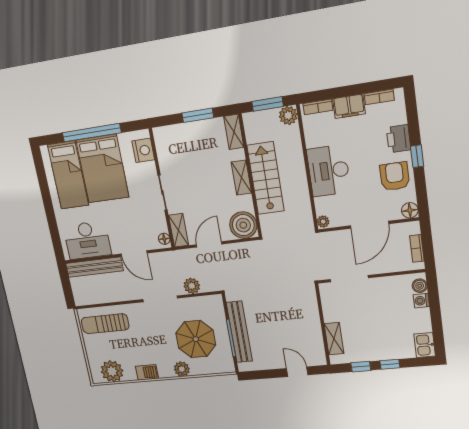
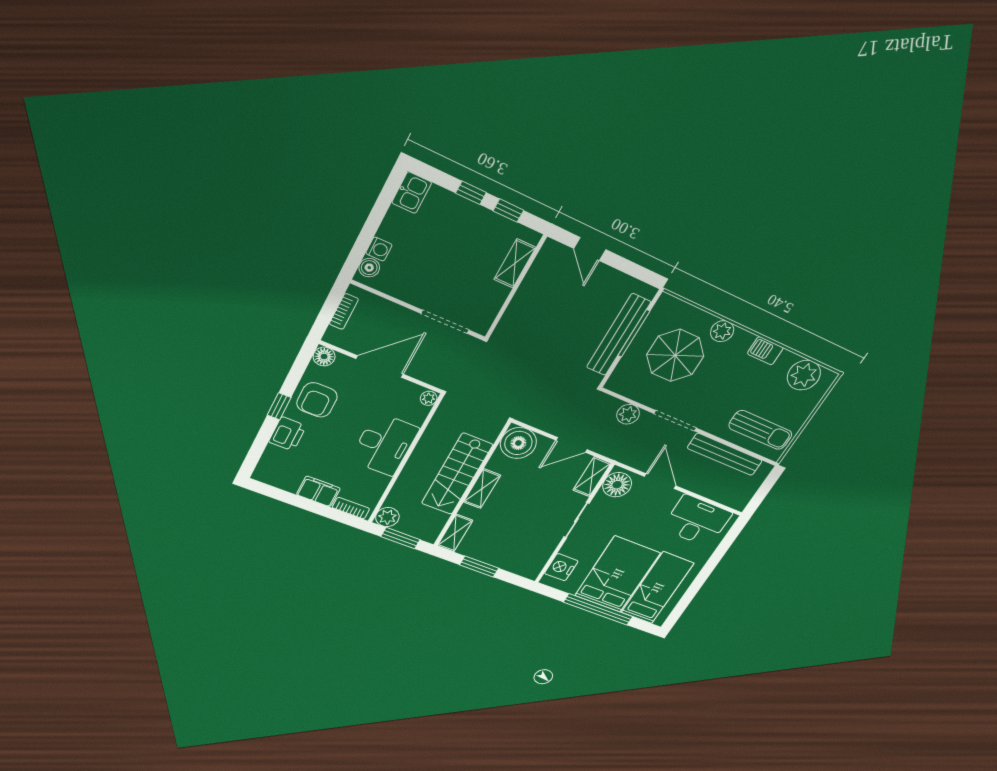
bookcase: (379, 97) -> (281, 483), removed
floor lamp: (164, 239) -> (617, 485), width x1.89, depth x1.89
bench: (94, 267) -> (725, 454), moved

